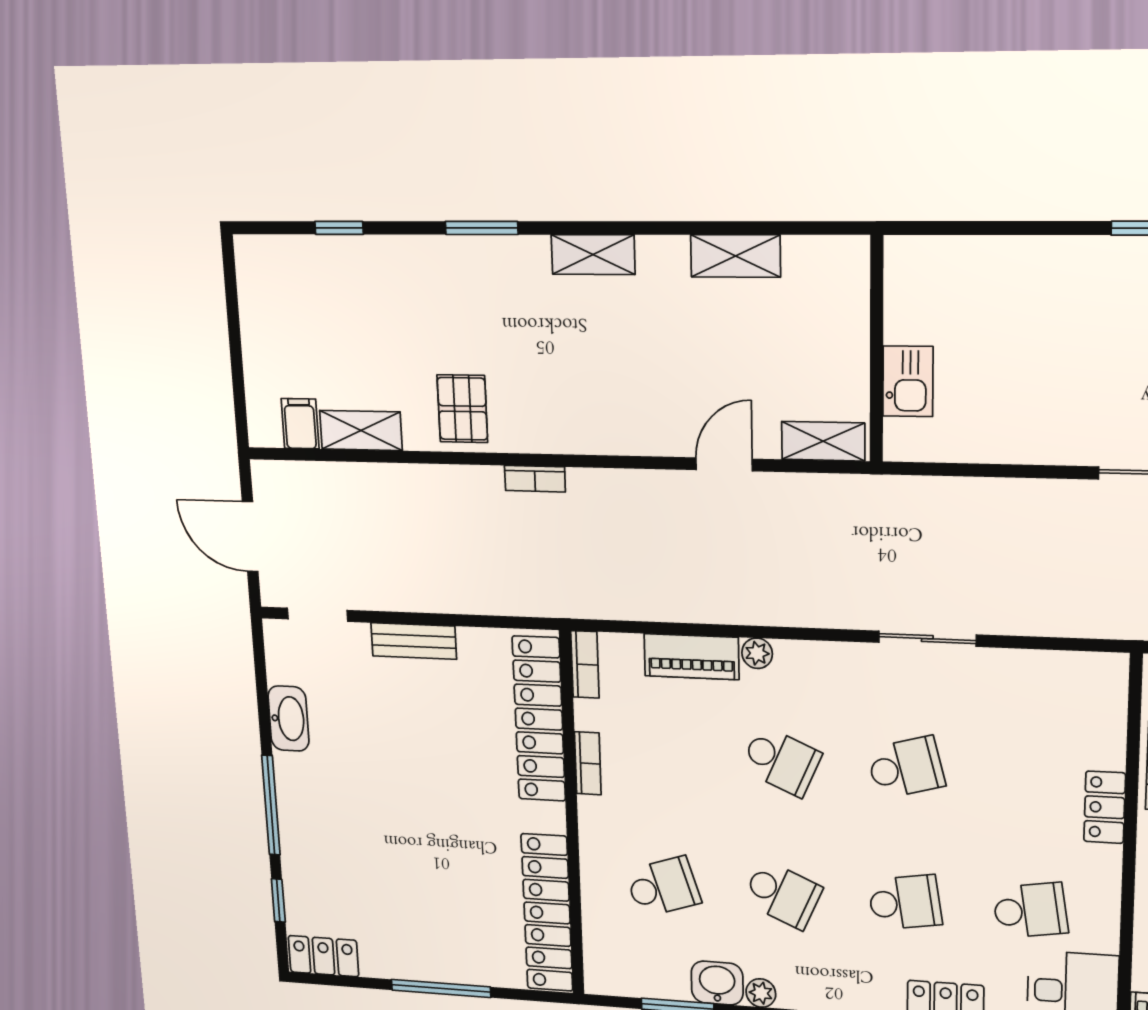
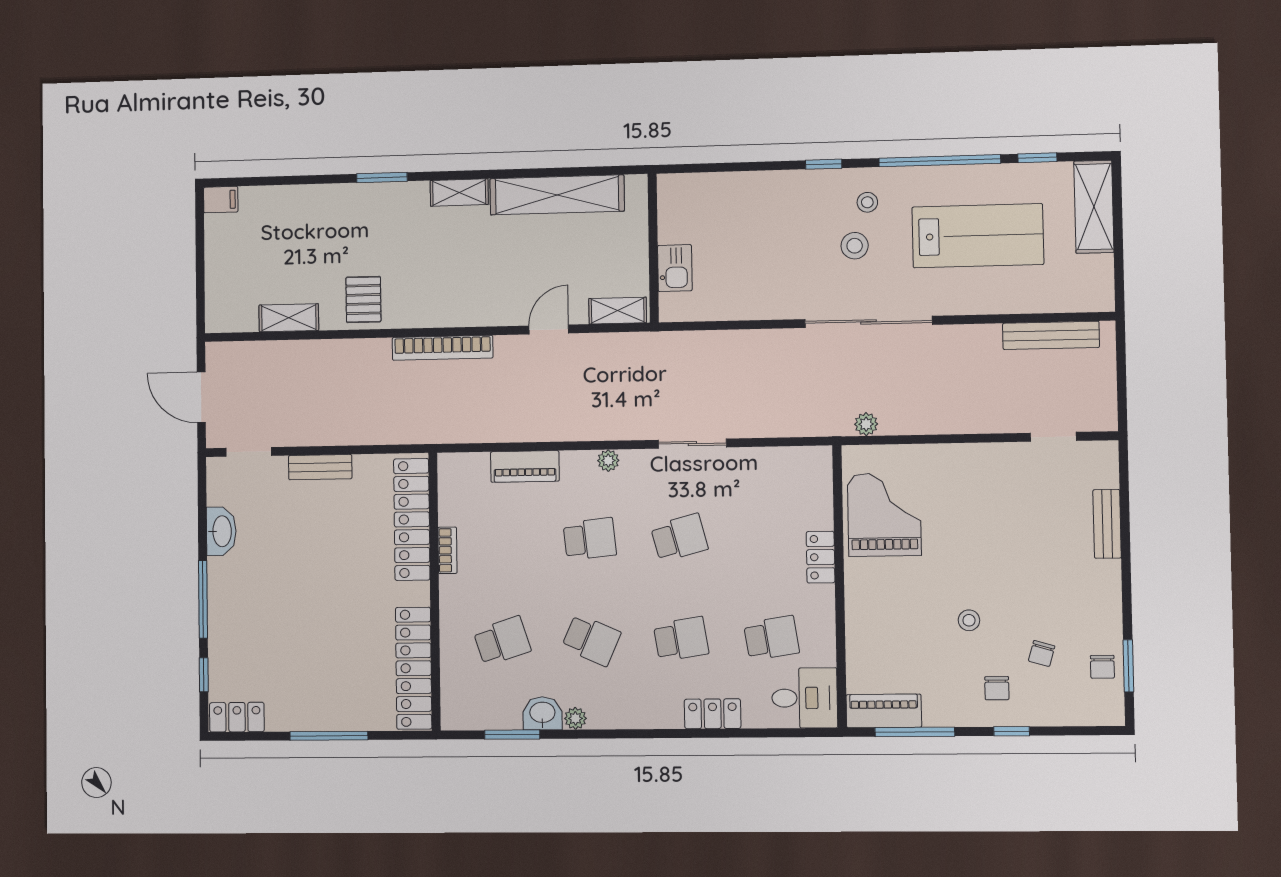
window: (339, 228) -> (281, 181), removed
shelving: (735, 256) -> (557, 195), width x2.20, depth x1.33
filing cabinet: (300, 424) -> (221, 200), moved, turned 90
bookcase: (535, 479) -> (443, 348), width x2.31, depth x1.31
plant: (757, 653) -> (608, 461), moved
bookcase: (585, 664) -> (447, 477), removed
school desk: (781, 761) -> (590, 539), turned -30

